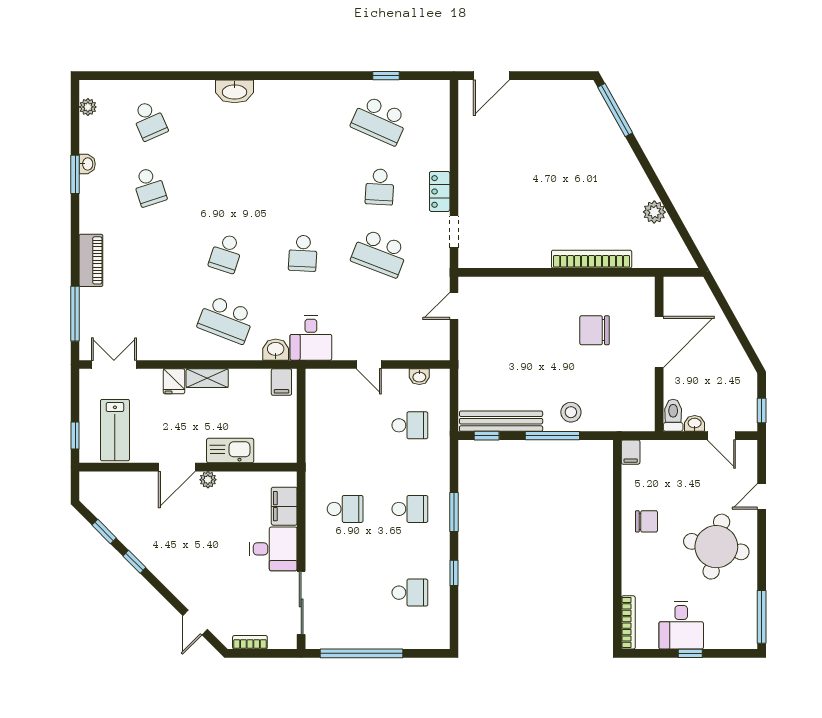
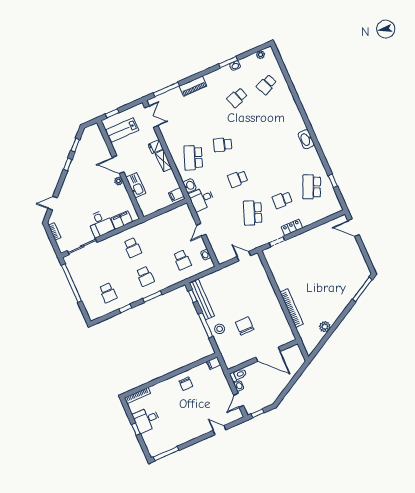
washbasin: (235, 91) -> (306, 139), moved
chair: (595, 330) -> (245, 326), moved
round table: (716, 547) -> (188, 420), removed

